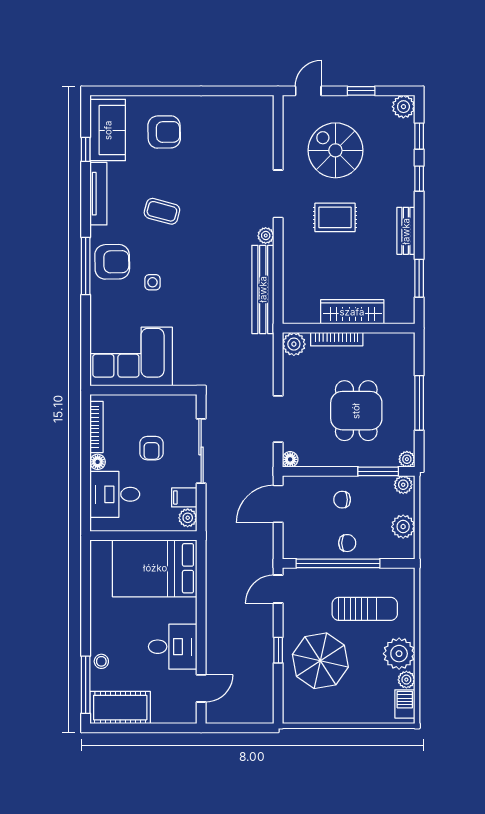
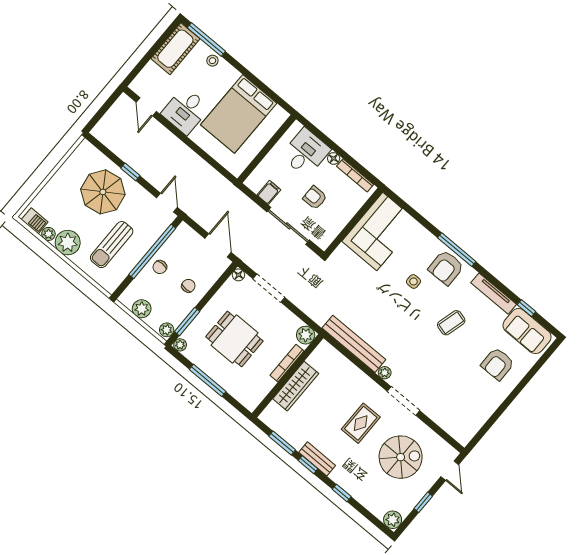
window: (419, 136) -> (308, 465), moved
plant: (188, 518) -> (255, 184), removed
bed: (155, 568) -> (239, 114), moved, turned 180

